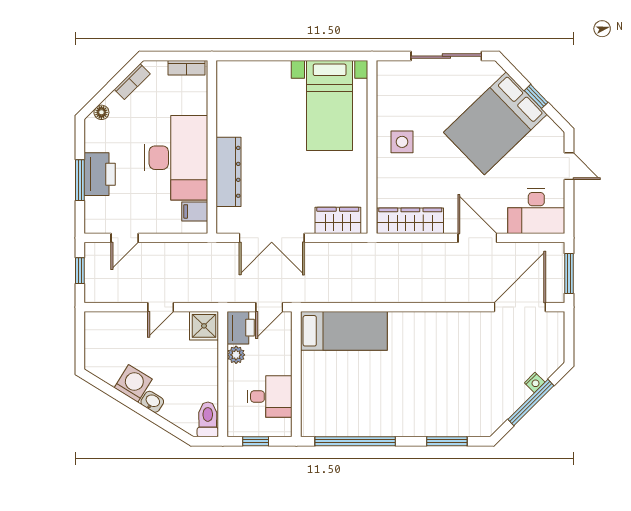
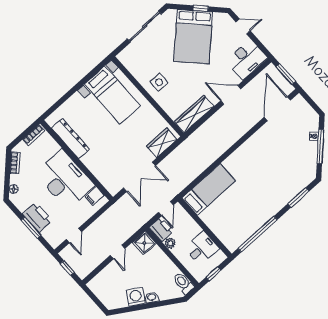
dresser: (229, 172) -> (70, 139), moved

